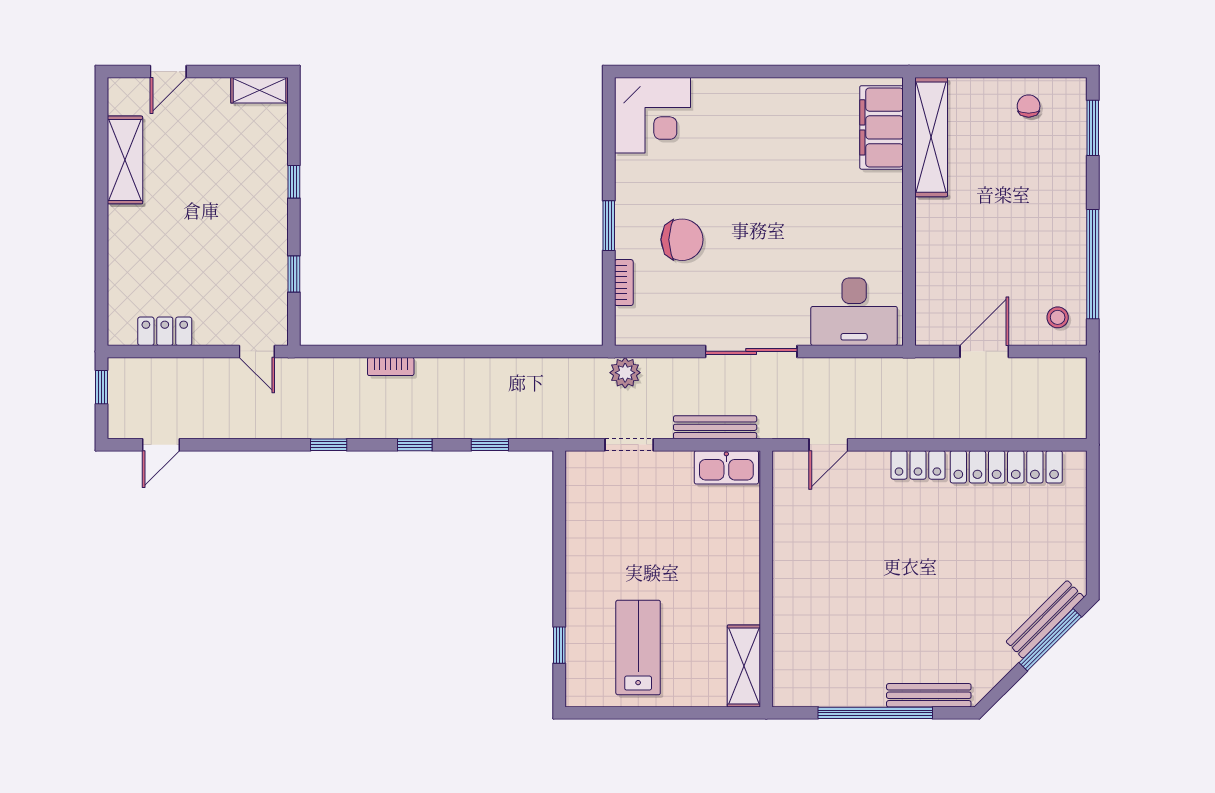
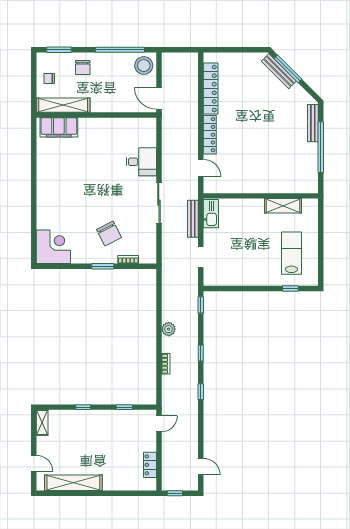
filing cabinet: (881, 127) -> (59, 127), moved
shelving: (931, 137) -> (63, 105), moved
shelving: (125, 160) -> (73, 483), width x1.47
chair: (1053, 181) -> (83, 68), added
wall: (909, 211) -> (96, 115), moved
chair: (682, 240) -> (109, 234), turned 153
desk: (854, 312) -> (141, 162), width x0.73
stool: (1058, 317) -> (144, 66), width x1.89, depth x1.89
plant: (625, 373) -> (169, 329), moved
window: (490, 445) -> (201, 305), moved
locker: (918, 465) -> (210, 135), width x1.53
lab bench: (638, 647) -> (291, 253), turned 90
shelving: (744, 666) -> (283, 206), moved

